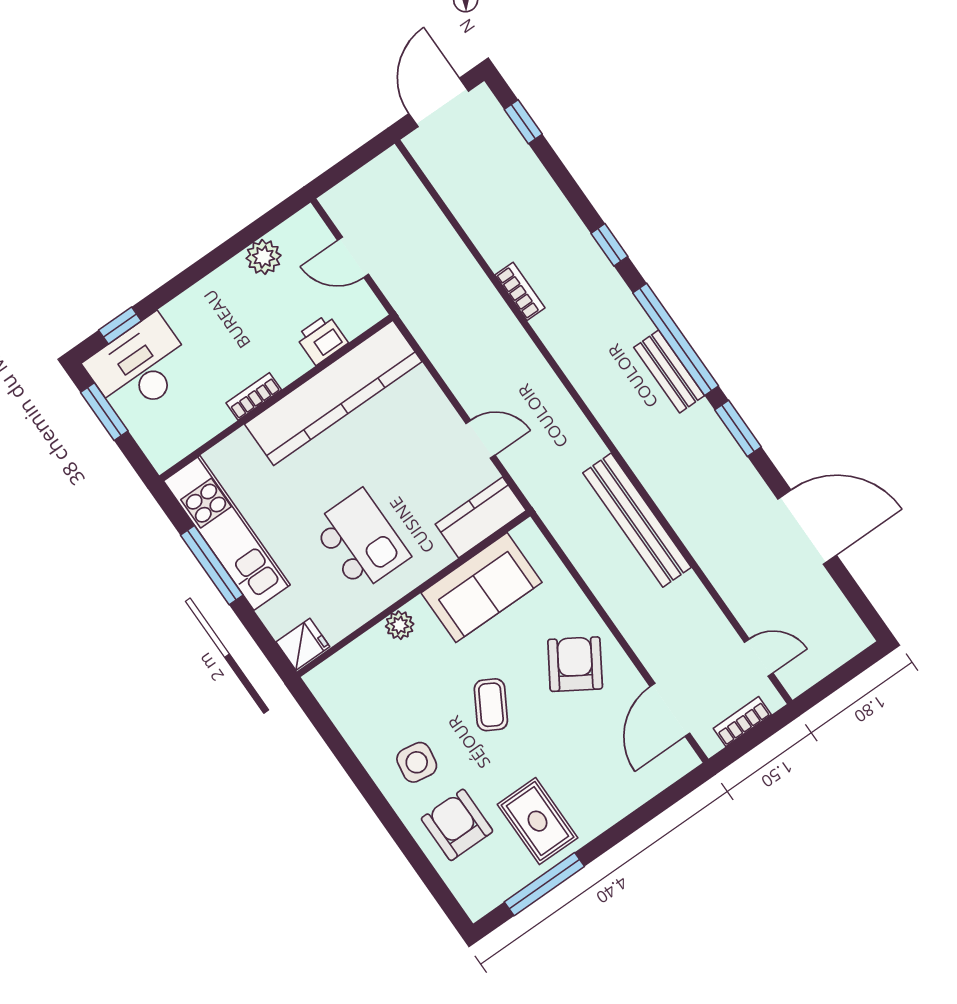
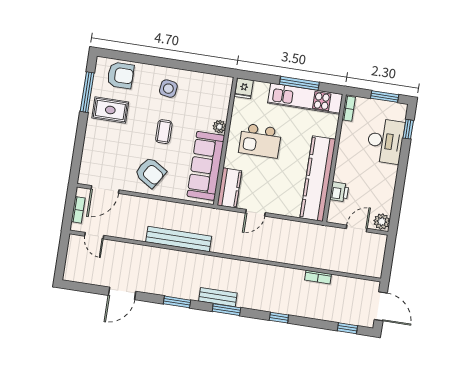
plant: (264, 257) -> (382, 222), moved
bookcase: (520, 291) -> (318, 277), moved
window: (676, 339) -> (226, 310), width x0.47
desk: (140, 367) -> (385, 141), moved
bookcase: (254, 396) -> (349, 109), moved
door: (807, 527) -> (122, 293), width x0.73
sofa: (482, 588) -> (206, 166), width x1.36
door: (759, 658) -> (94, 236), hinge flipped
coffee table: (491, 705) -> (164, 132), turned 60
door: (670, 710) -> (105, 190), swing flipped
armchair: (457, 825) -> (121, 75), moved

